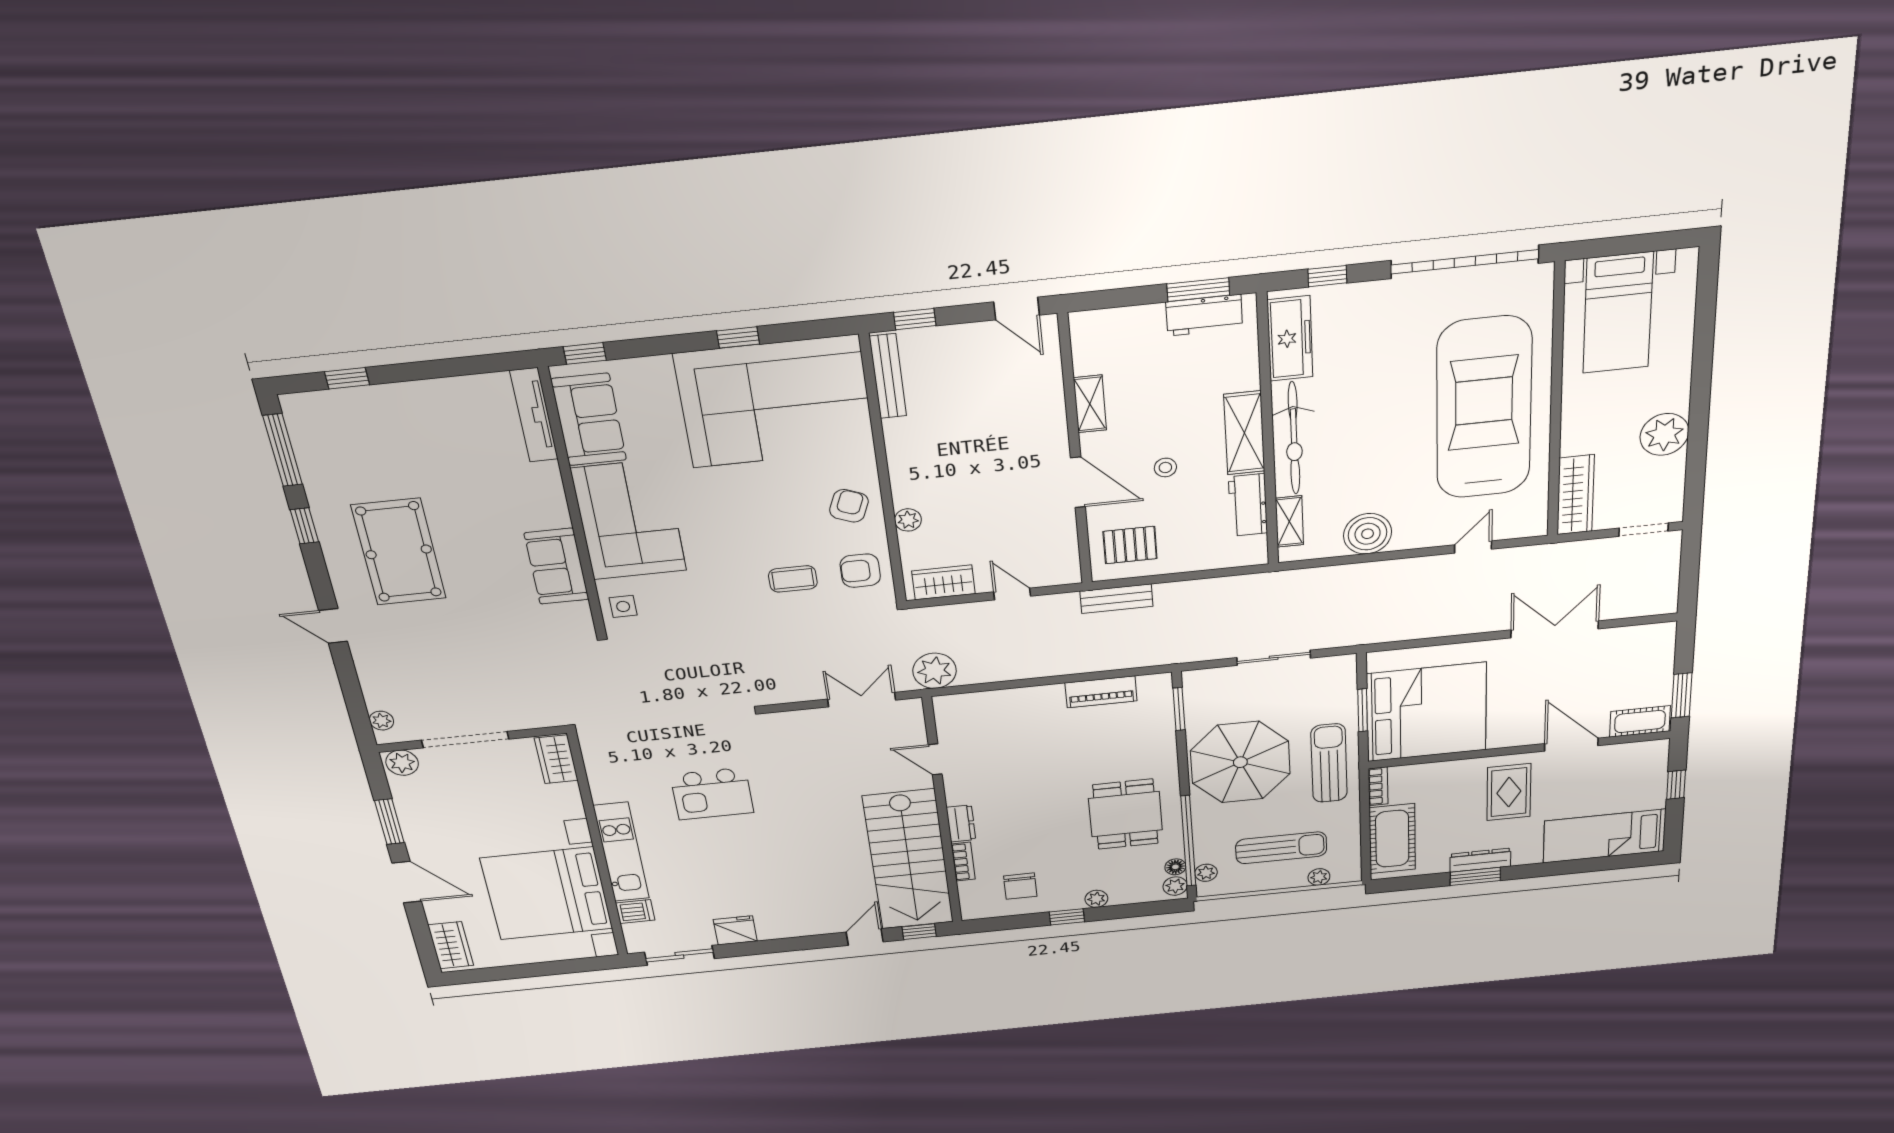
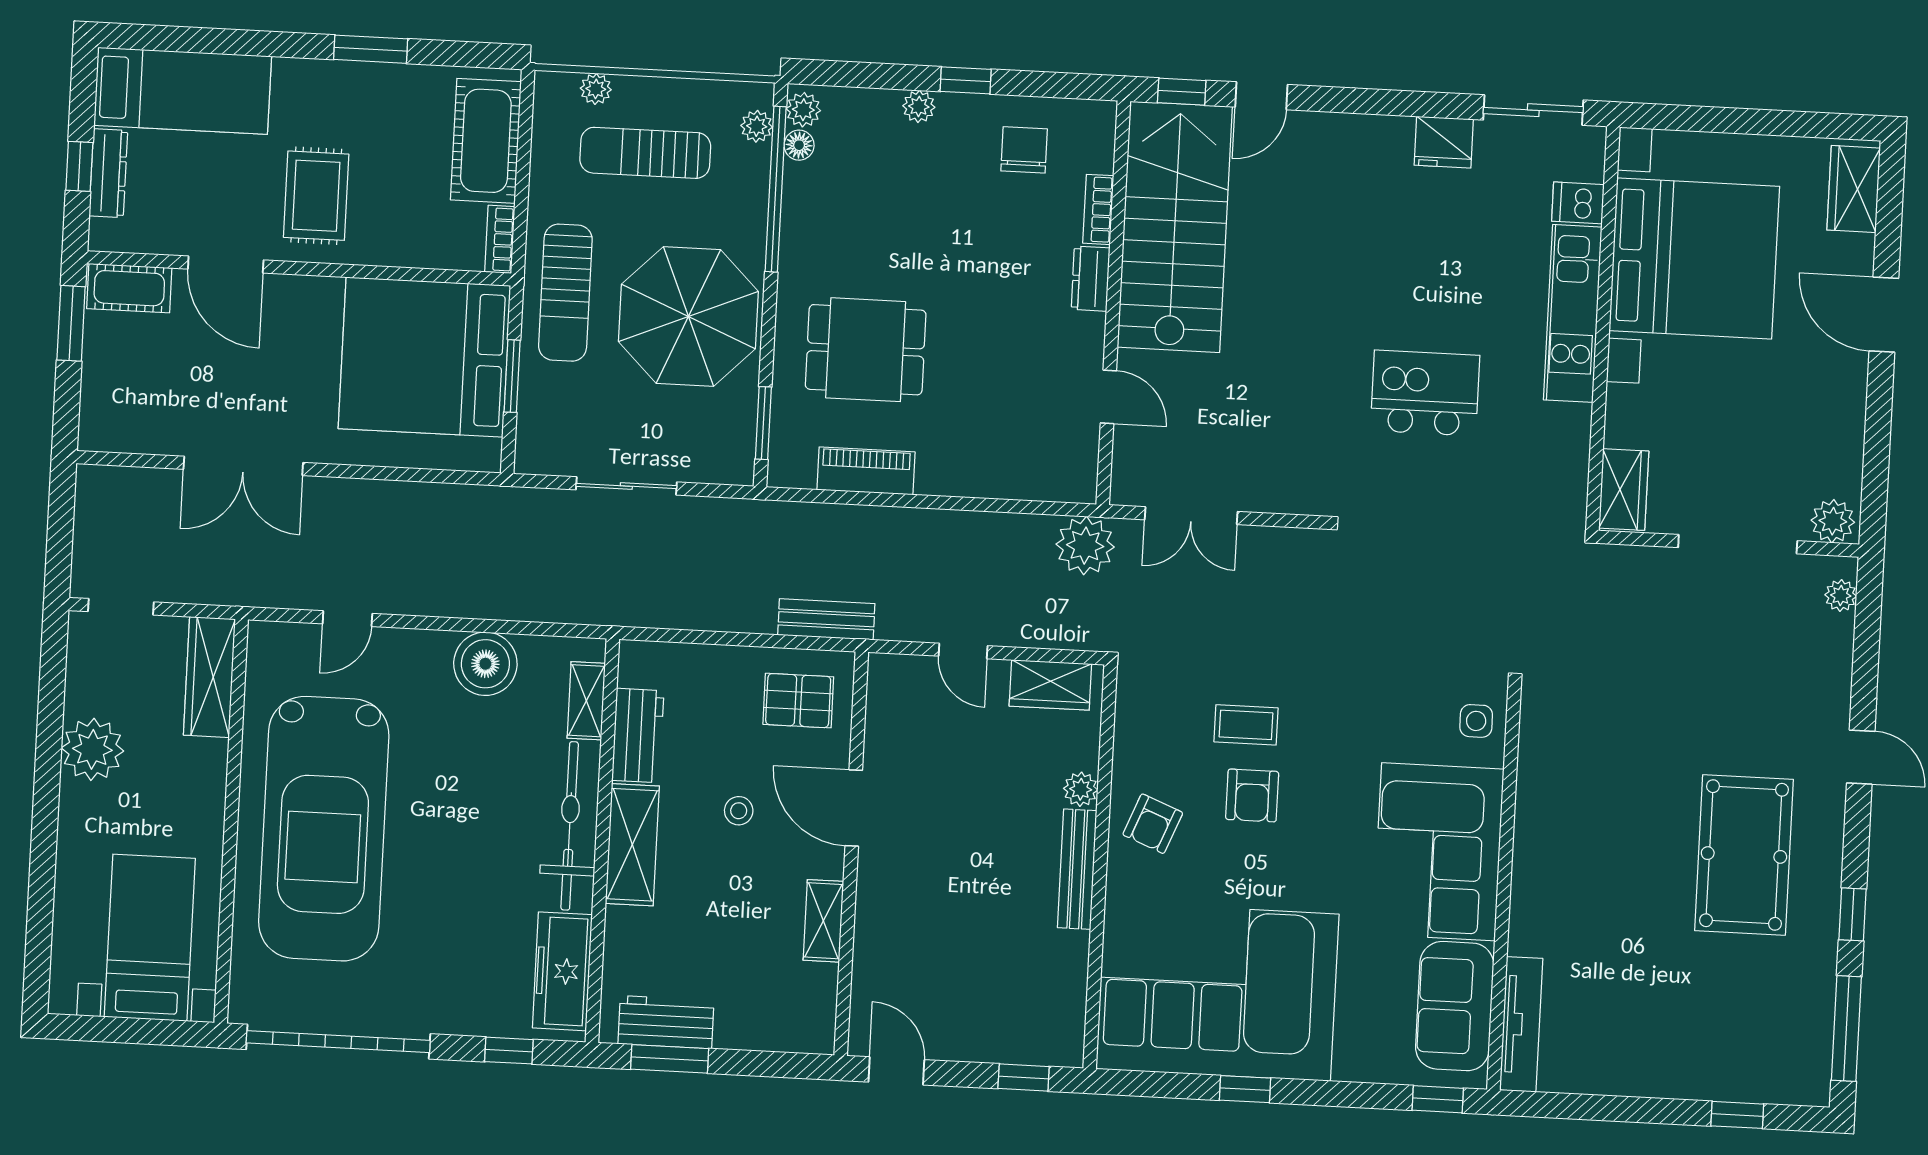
bench: (888, 376) -> (1077, 869), moved
sofa: (557, 566) -> (1547, 798), removed
armchair: (860, 571) -> (1252, 795), moved, turned 90
dining table: (1125, 814) -> (866, 350), moved, turned 90
window: (389, 822) -> (1878, 425), removed
dresser: (1480, 860) -> (108, 173), moved, turned -90

